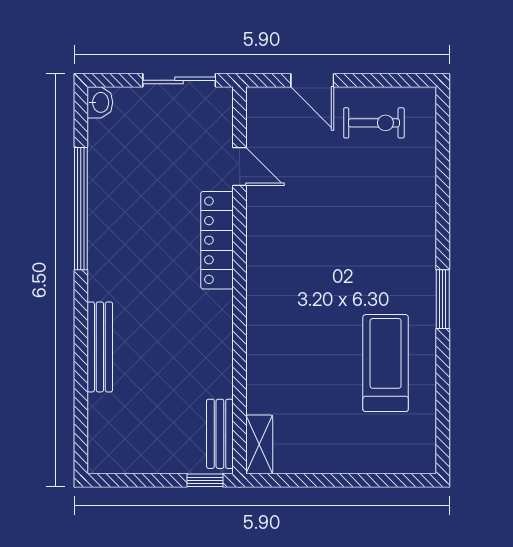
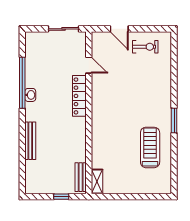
washbasin: (100, 102) -> (30, 95), moved
window: (205, 480) -> (61, 197), moved

